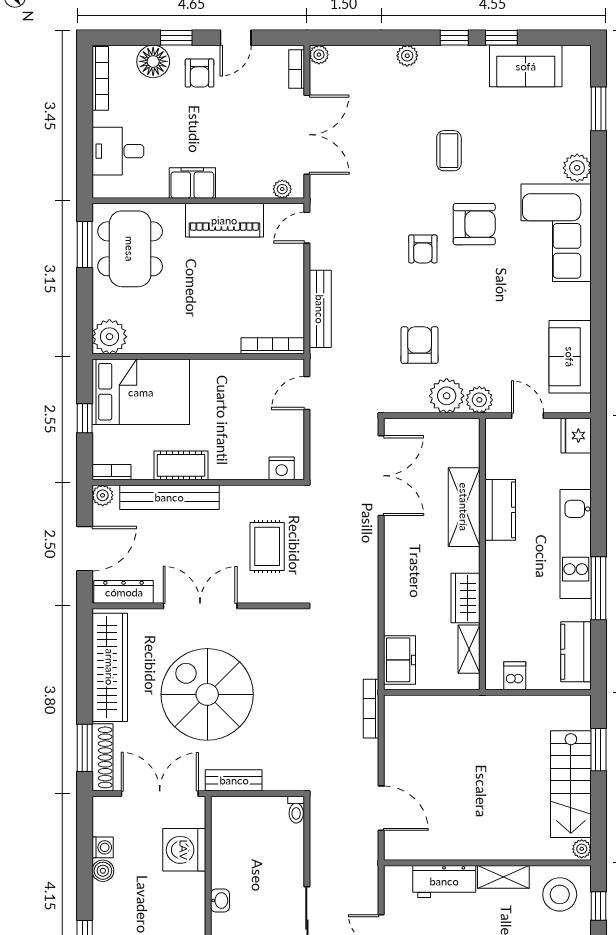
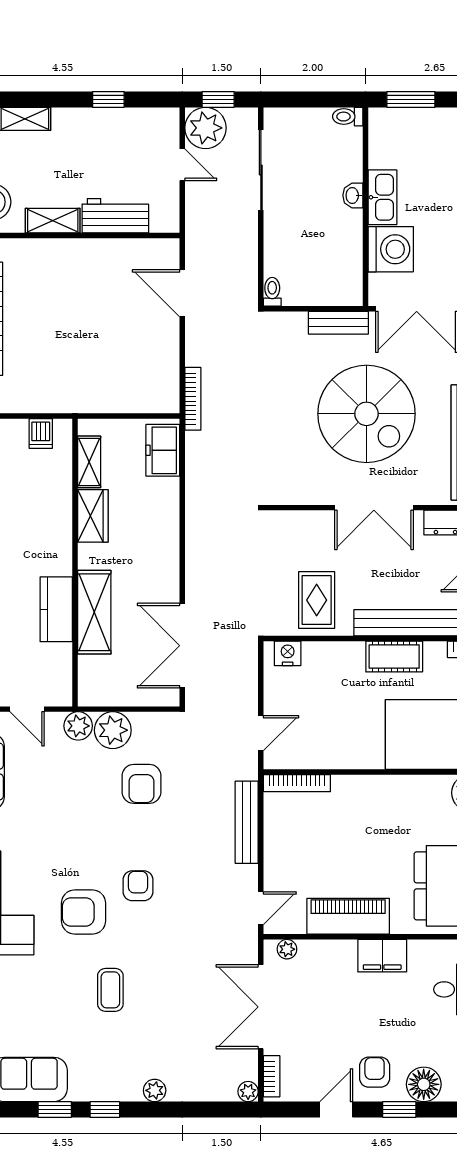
rug: (267, 546) -> (317, 600), moved
kitchen sink: (192, 899) -> (382, 197), added

